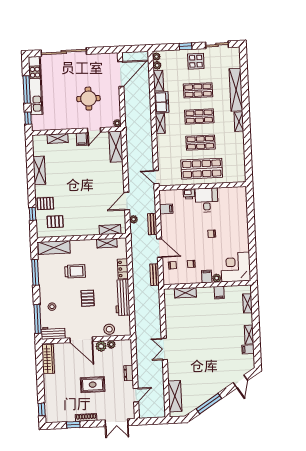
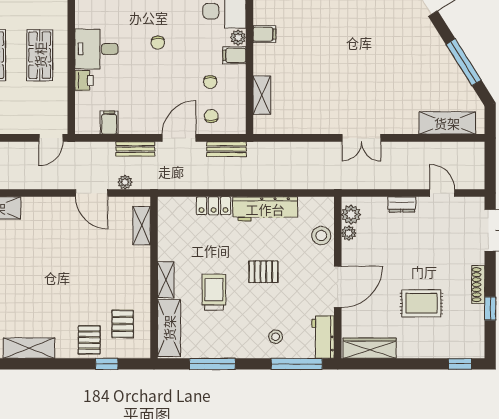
shop shelf: (202, 169) -> (40, 55), width x0.70, depth x0.74
shelving: (107, 243) -> (166, 280), moved
plant: (101, 346) -> (351, 215), moved
rug: (93, 385) -> (421, 303), moved, turned 90

